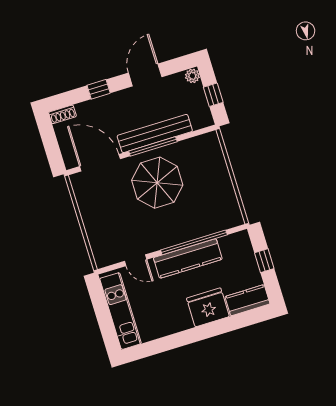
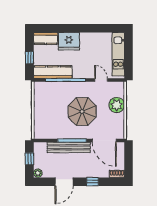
parasol: (157, 183) -> (82, 111), moved
plant: (97, 227) -> (117, 105), added
kitchen counter: (188, 258) -> (53, 72), moved

